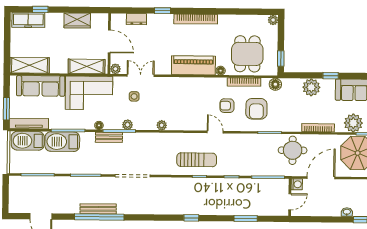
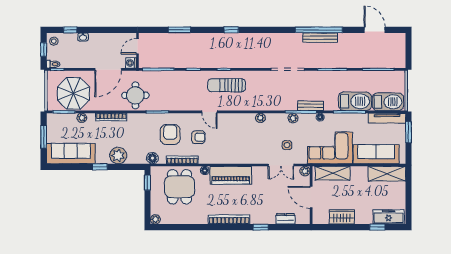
plant: (353, 123) -> (82, 118), width x0.53, depth x0.53

